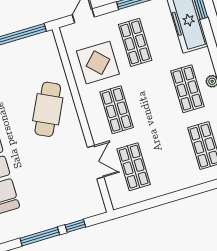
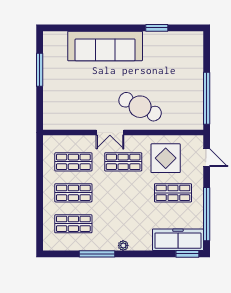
shop shelf: (187, 89) -> (73, 193), moved
double door: (96, 162) -> (110, 132), moved
window: (75, 226) -> (40, 101), removed

